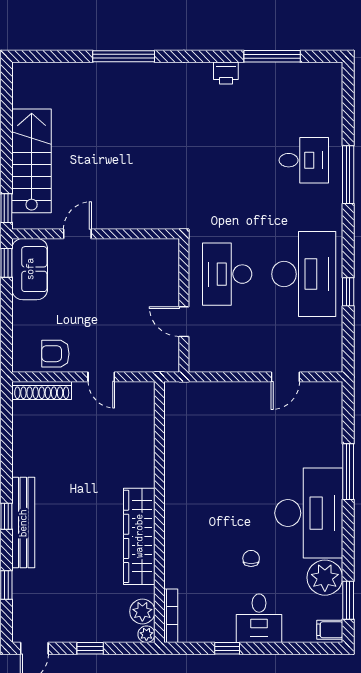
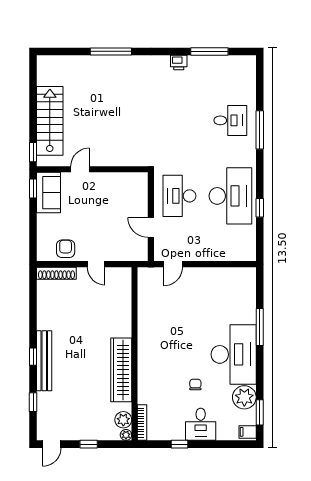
armchair: (55, 354) -> (66, 249), turned 90
door: (285, 377) -> (173, 264), moved

